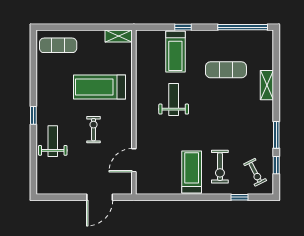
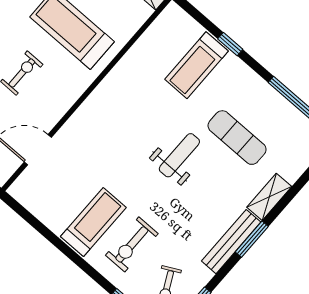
weight bench: (174, 99) -> (179, 155), moved
bench: (267, 123) -> (231, 242), added
window: (276, 135) -> (252, 239), moved

